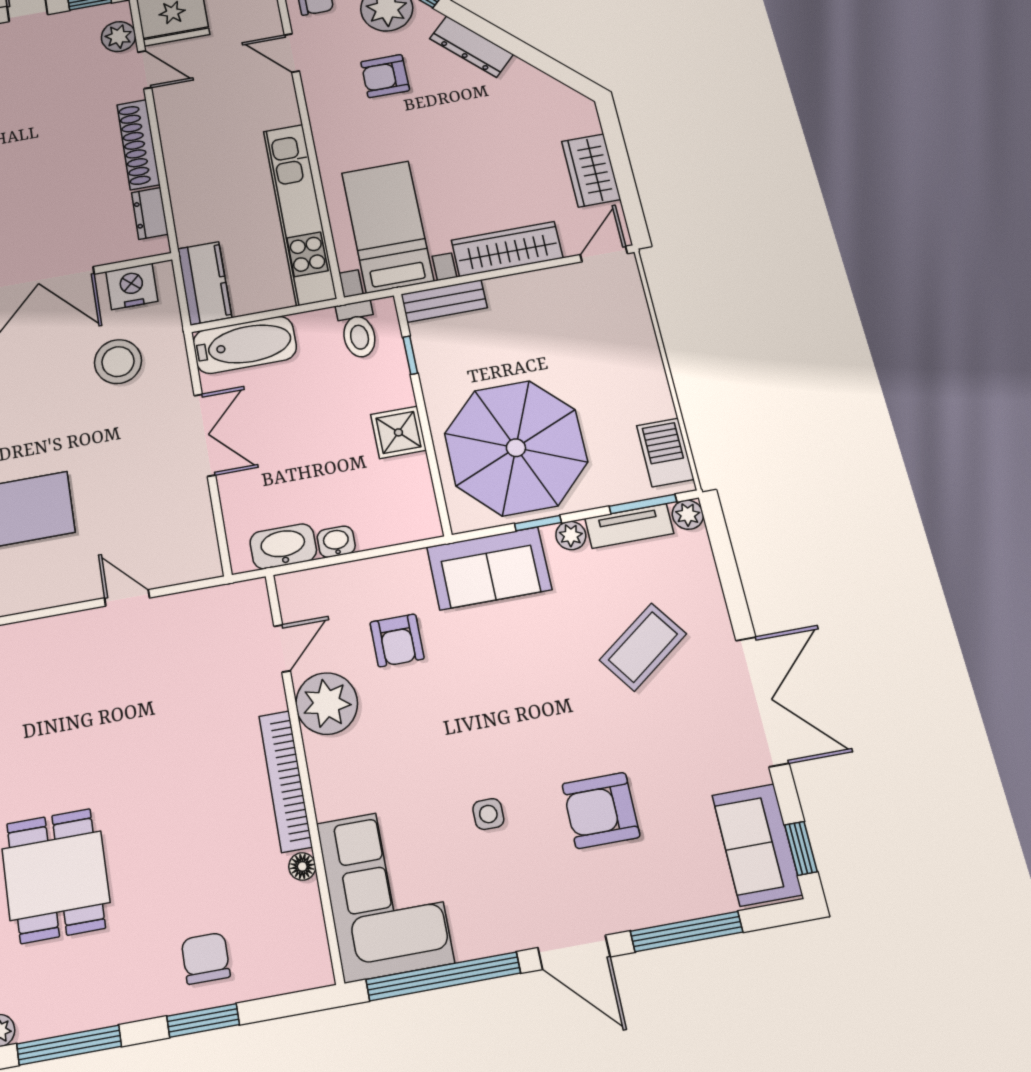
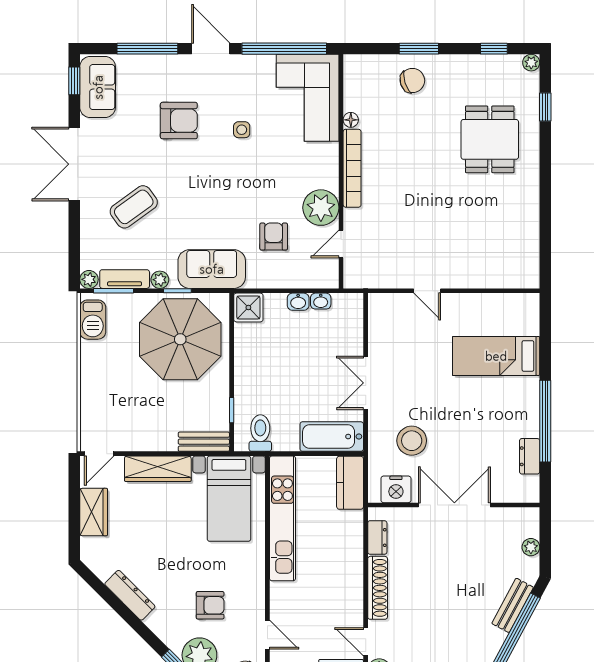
dresser: (471, 47) -> (130, 595), moved
shower: (398, 432) -> (248, 307), moved
washbasin: (283, 546) -> (321, 301), width x0.52, depth x0.69
chair: (206, 958) -> (412, 81), turned -108
window: (69, 1045) -> (494, 49), width x0.46

